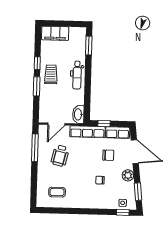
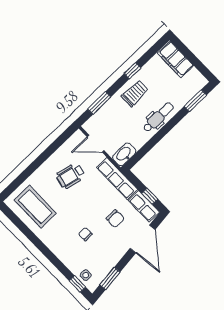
dental chair: (77, 75) -> (158, 117), turned 180
window: (37, 86) -> (99, 103), moved
window: (104, 124) -> (150, 196), moved
window: (35, 148) -> (55, 146), removed
plant: (128, 175) -> (115, 255), removed
coffee table: (57, 192) -> (35, 207), width x1.86, depth x1.72

